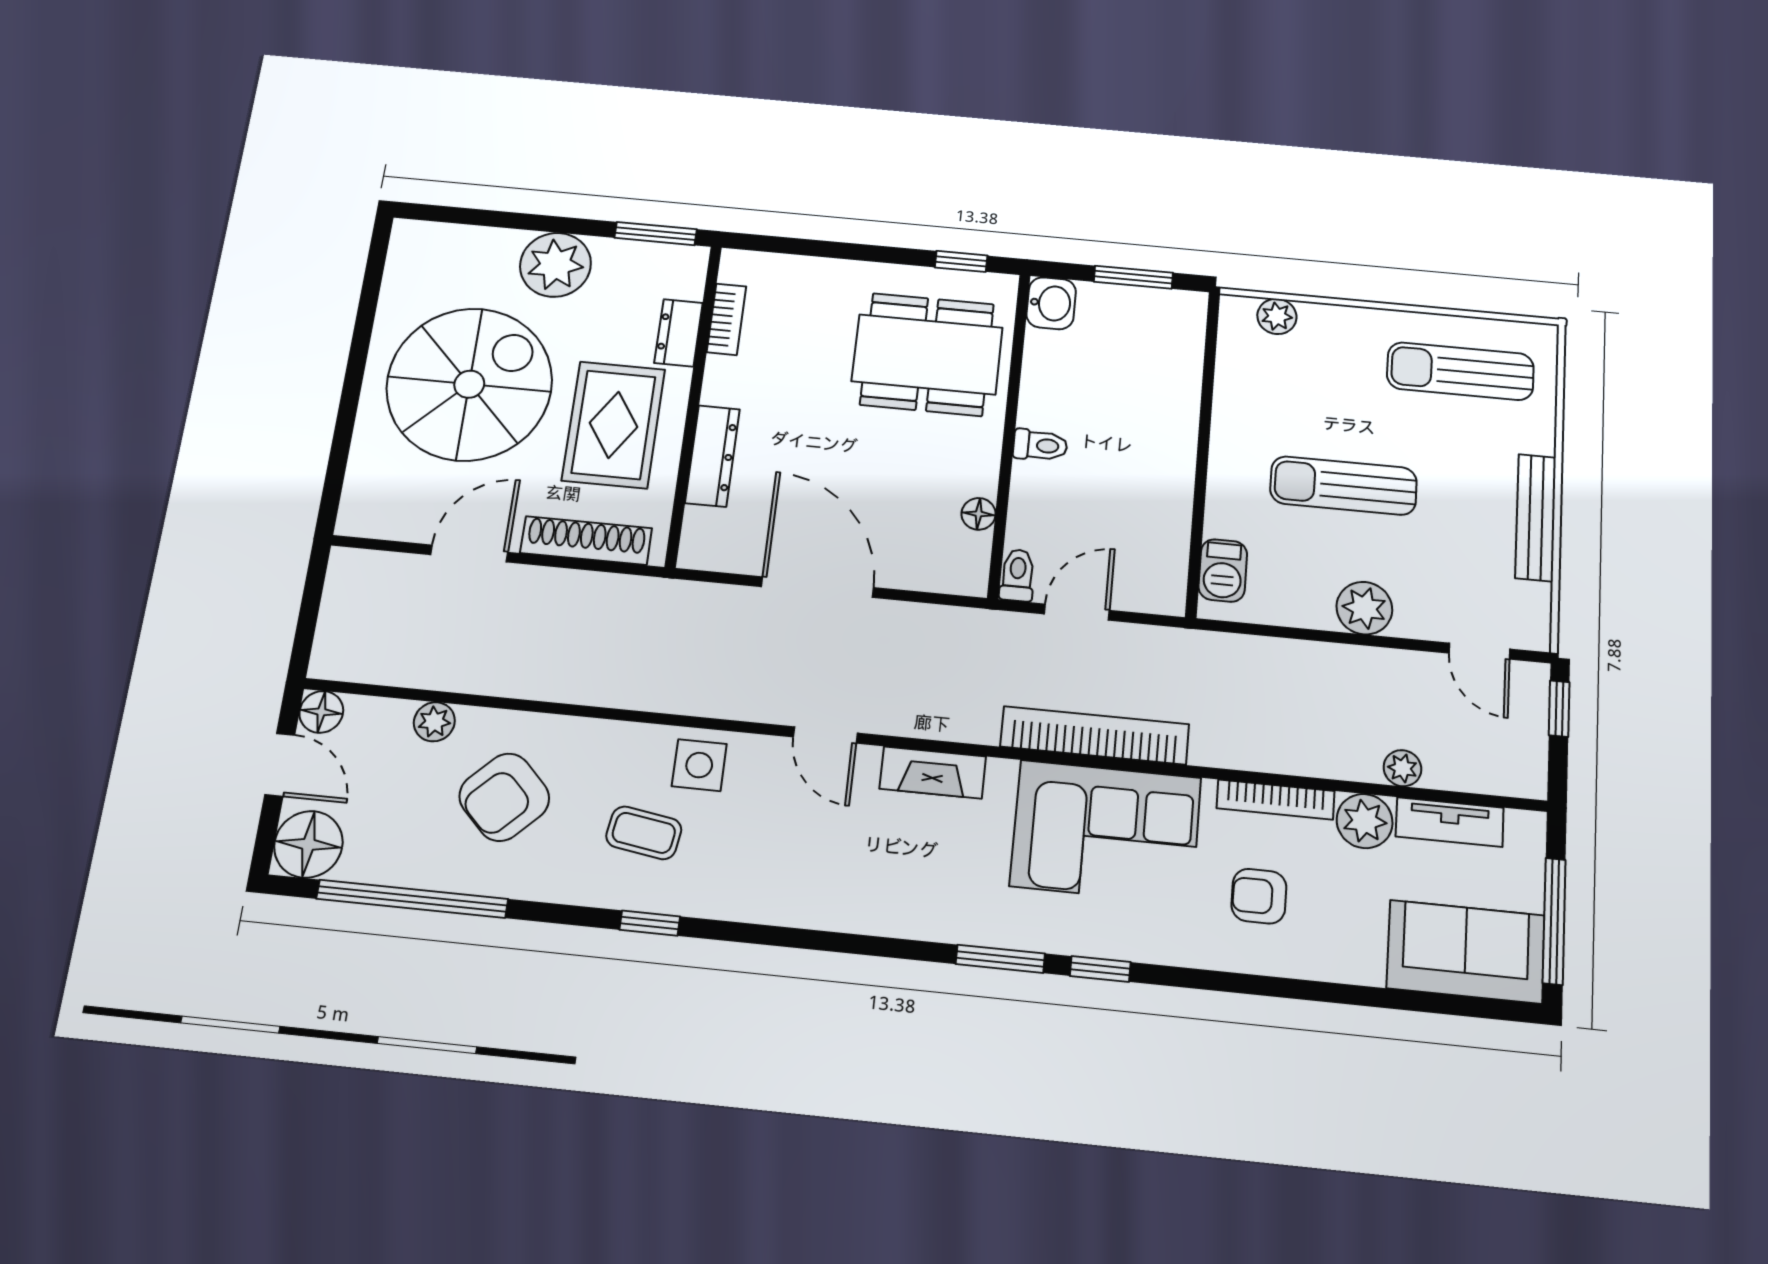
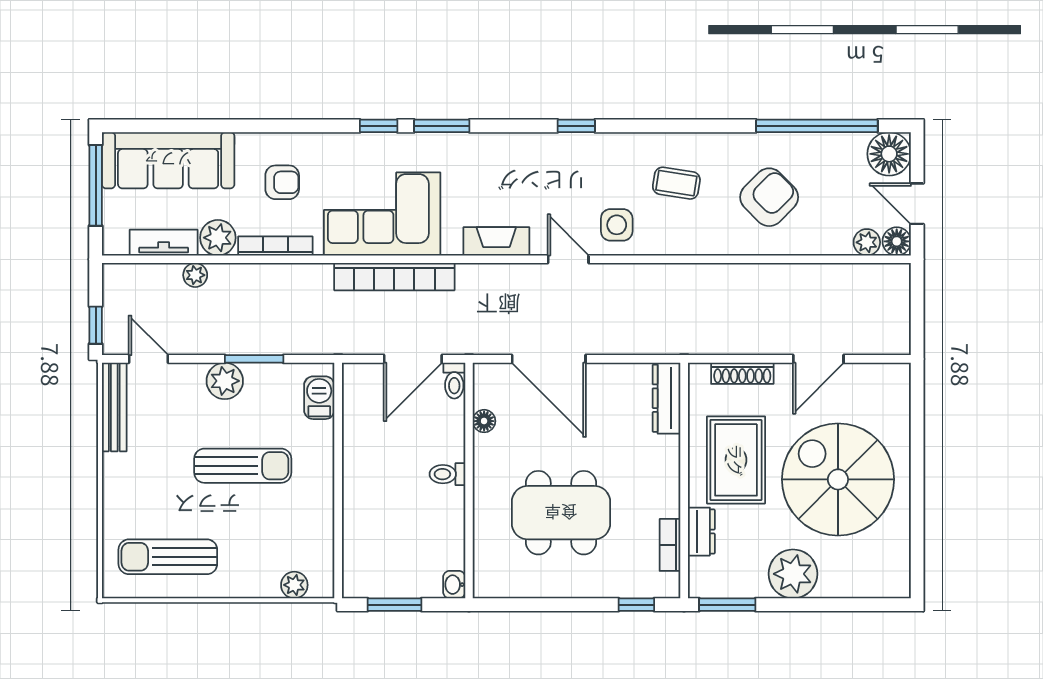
window: (961, 261) -> (636, 605), moved
washbasin: (1051, 303) -> (454, 585), width x0.72, depth x0.69
dining table: (927, 354) -> (561, 513), moved
sun lounger: (1460, 371) -> (168, 557), turned 180
spiral stairs: (469, 384) -> (838, 479), turned 90
dresser: (712, 456) -> (666, 398), moved
bench: (1536, 517) -> (114, 407), moved
shoe rack: (586, 541) -> (742, 373), width x0.74, depth x0.81
door: (817, 587) -> (549, 359), moved
door: (1077, 612) -> (413, 359), width x1.38
window: (1318, 636) -> (254, 359), added
plant: (434, 722) -> (867, 242), moved
side table: (699, 765) -> (617, 225), moved
window: (650, 923) -> (576, 126), moved
sofa: (1466, 952) -> (168, 160), width x1.36

